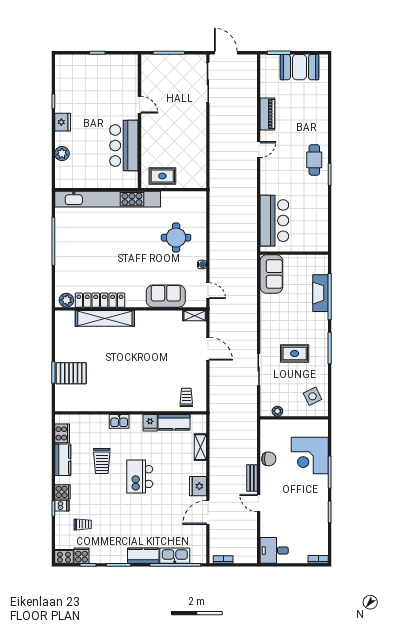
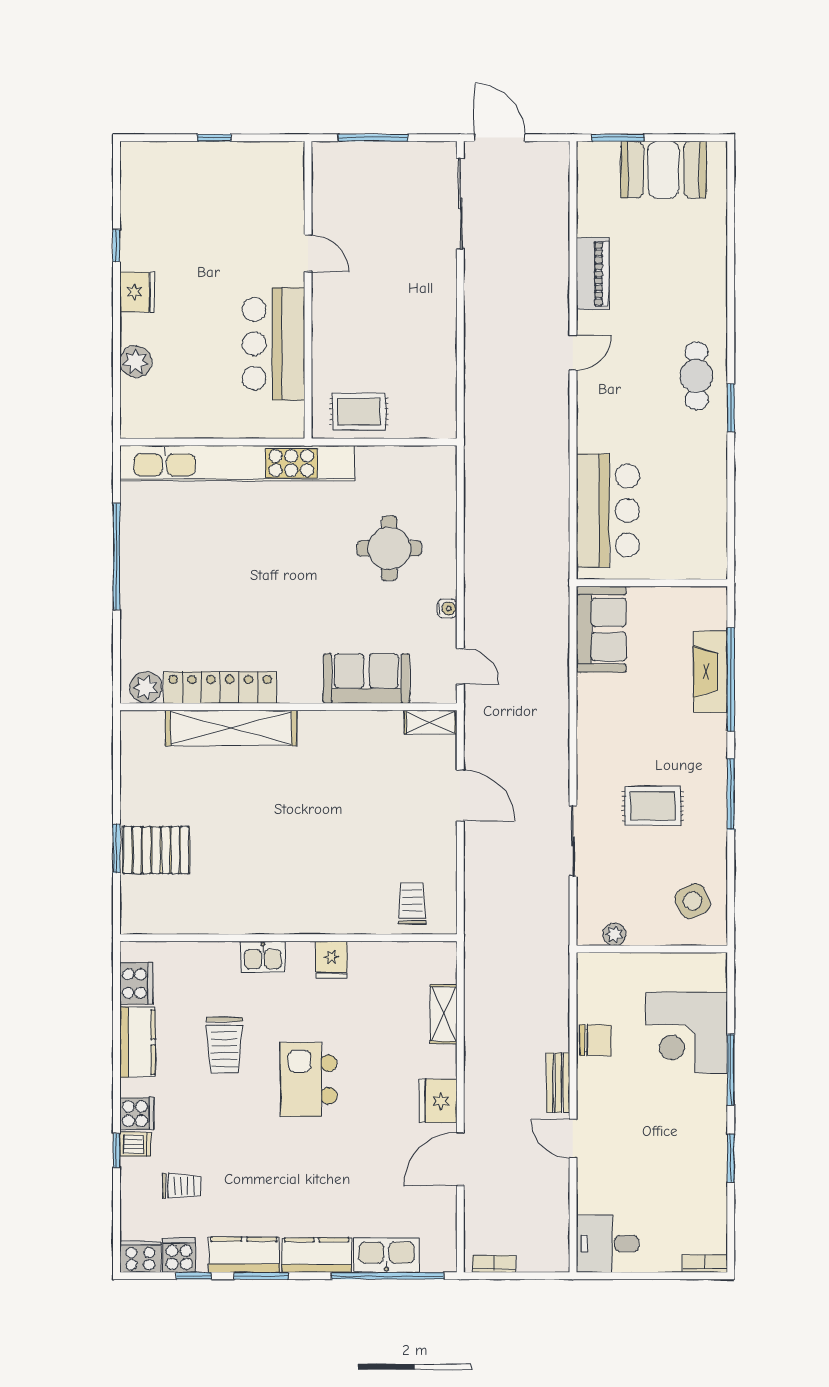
kitchen counter: (174, 422) -> (244, 1255), moved, turned 180

